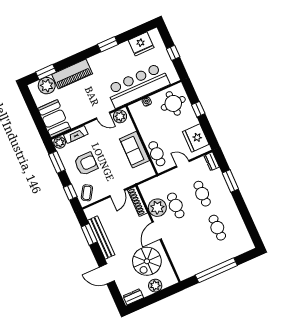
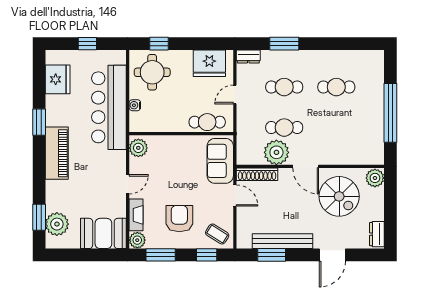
piano: (72, 74) -> (57, 153), moved
window: (198, 109) -> (159, 44), moved
door: (103, 116) -> (128, 184), moved
sofa: (135, 150) -> (220, 161), moved, turned 90
plant: (155, 286) -> (375, 178), moved

